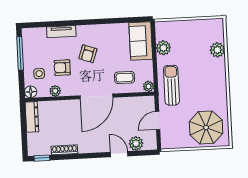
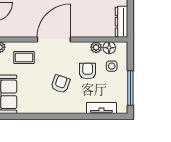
tv unit: (61, 32) -> (101, 108), moved
armchair: (62, 68) -> (88, 71), turned -90
floor lamp: (31, 92) -> (109, 48), moved

